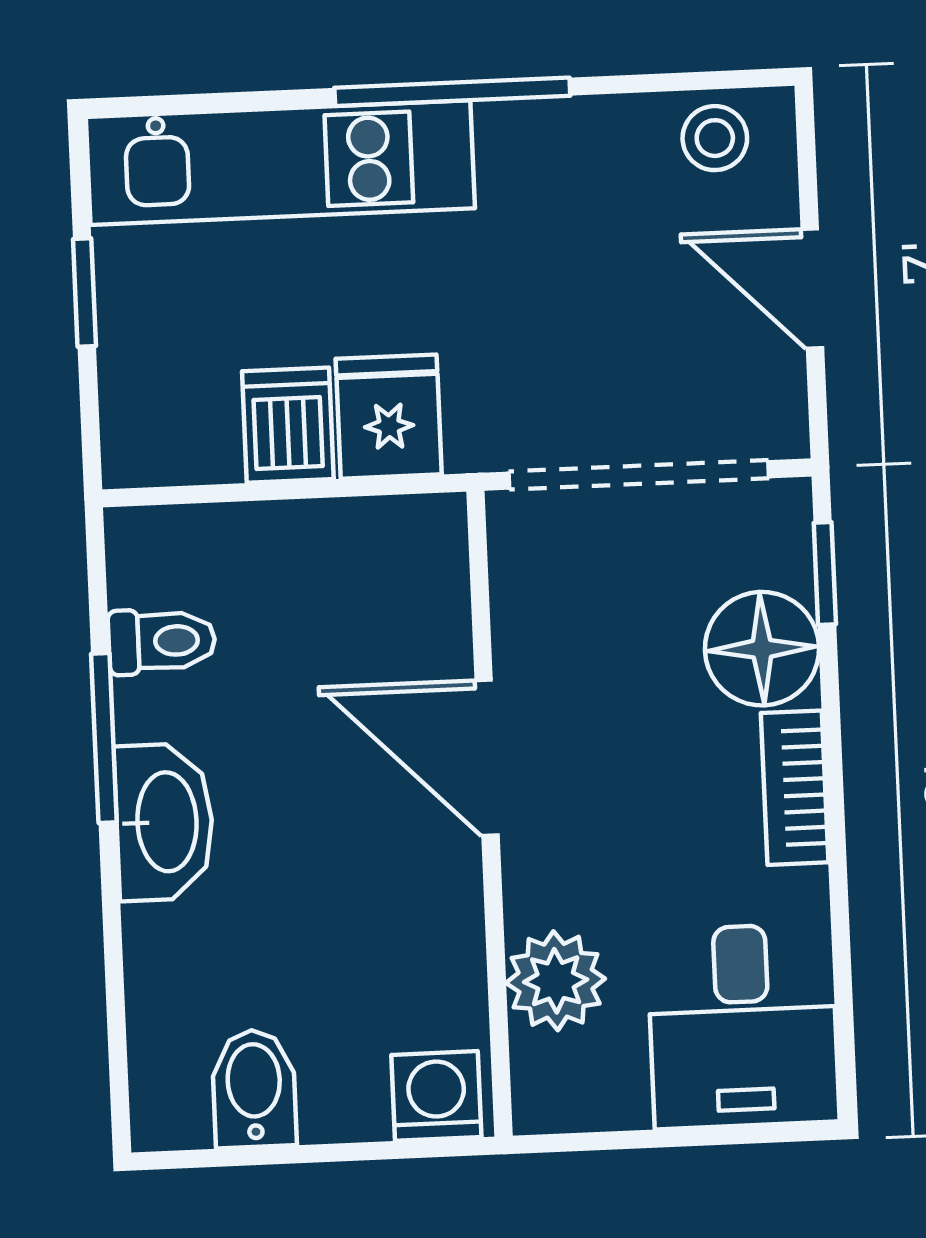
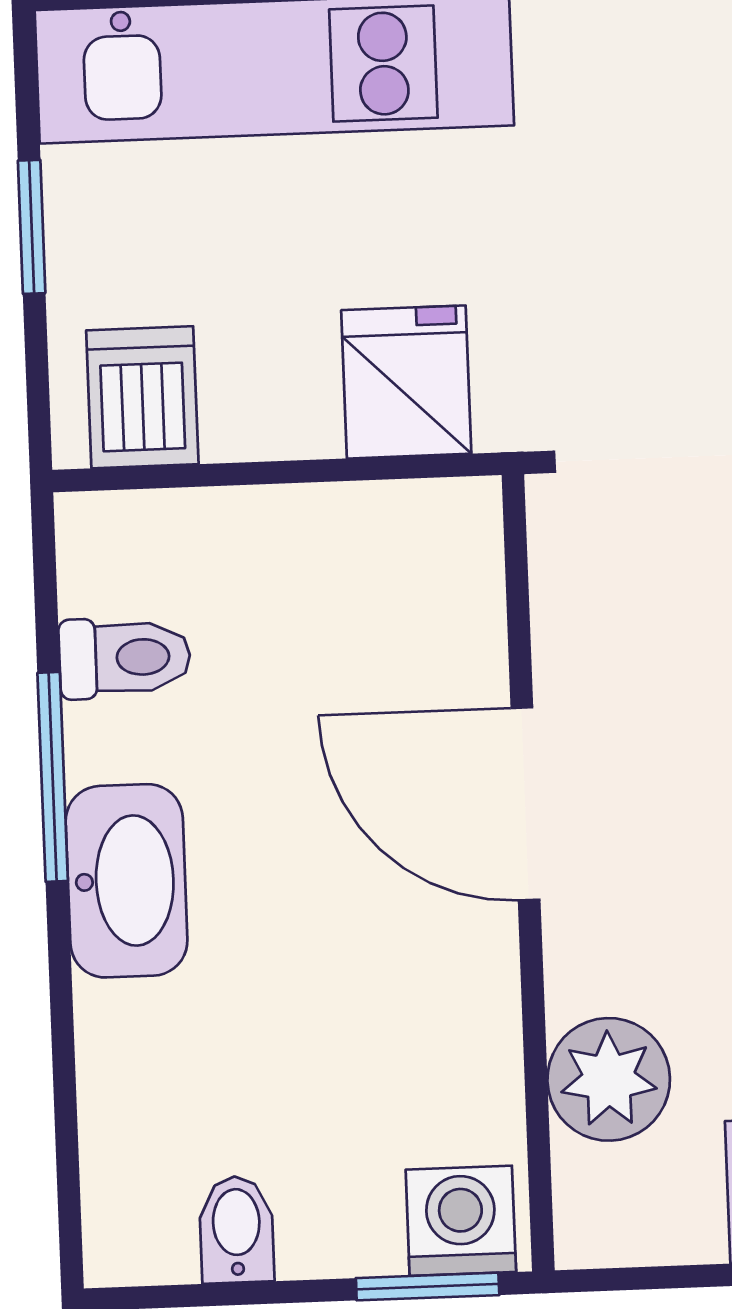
dishwasher: (288, 425) -> (142, 397), moved
bidet: (254, 1089) -> (237, 1230), width x0.72, depth x0.74
window: (410, 1149) -> (428, 1287), added

